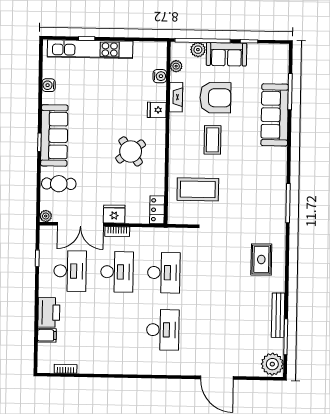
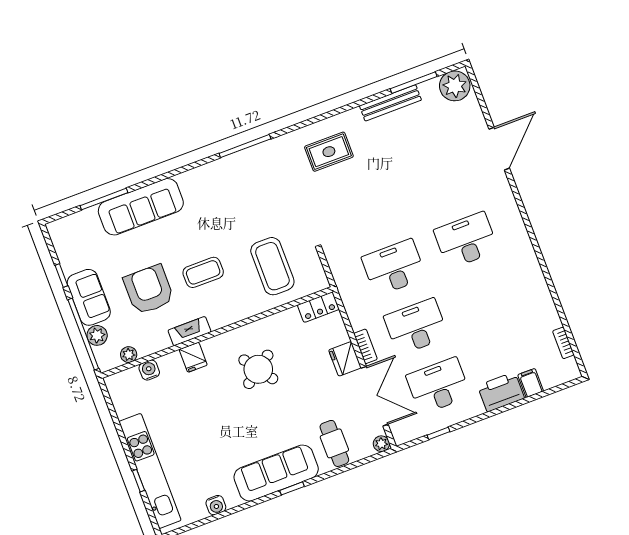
fireplace: (176, 97) -> (189, 331), moved

